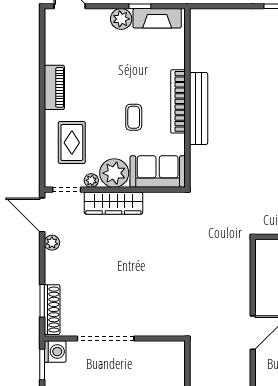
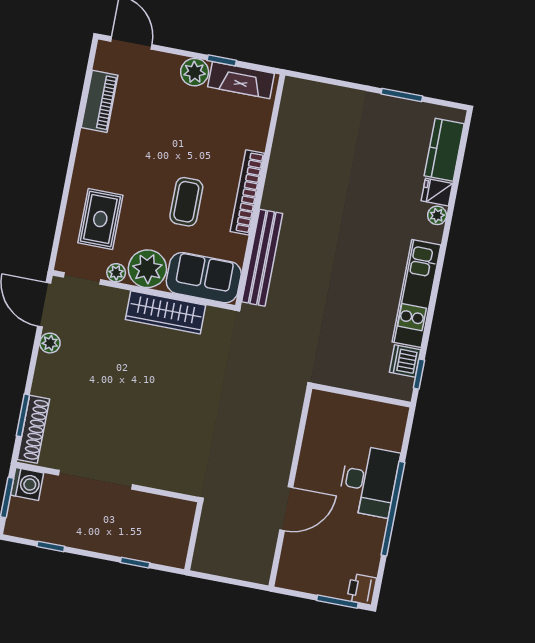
piano: (54, 87) -> (100, 101), moved
bench: (199, 108) -> (262, 258), moved
coffee table: (134, 117) -> (186, 202), width x1.36, depth x1.30
wardrobe: (113, 203) -> (165, 312), moved

